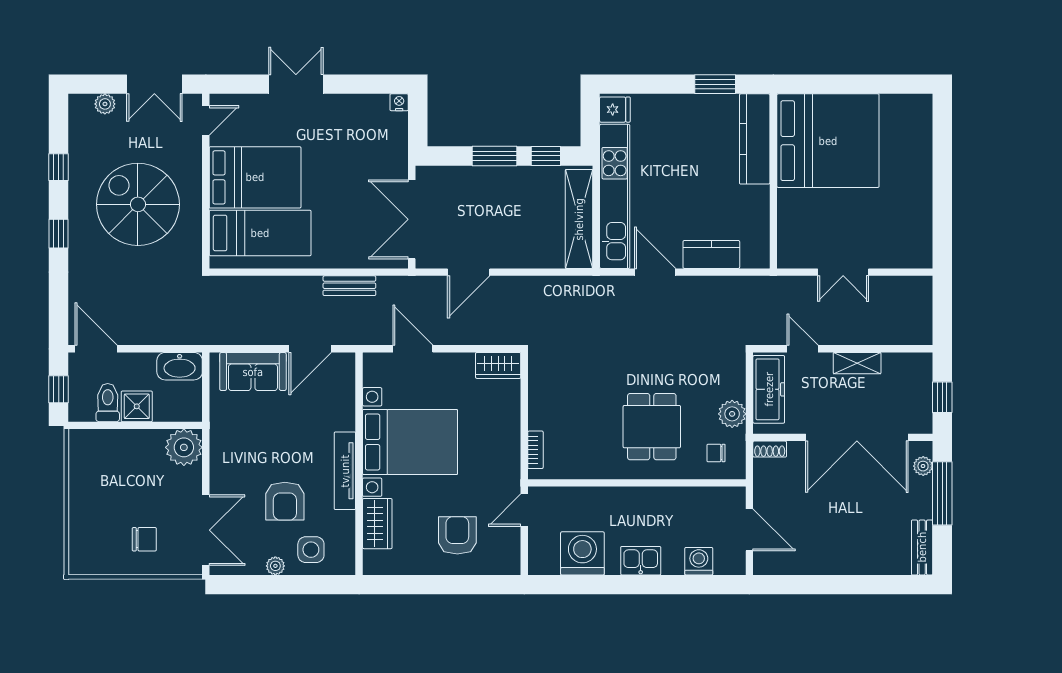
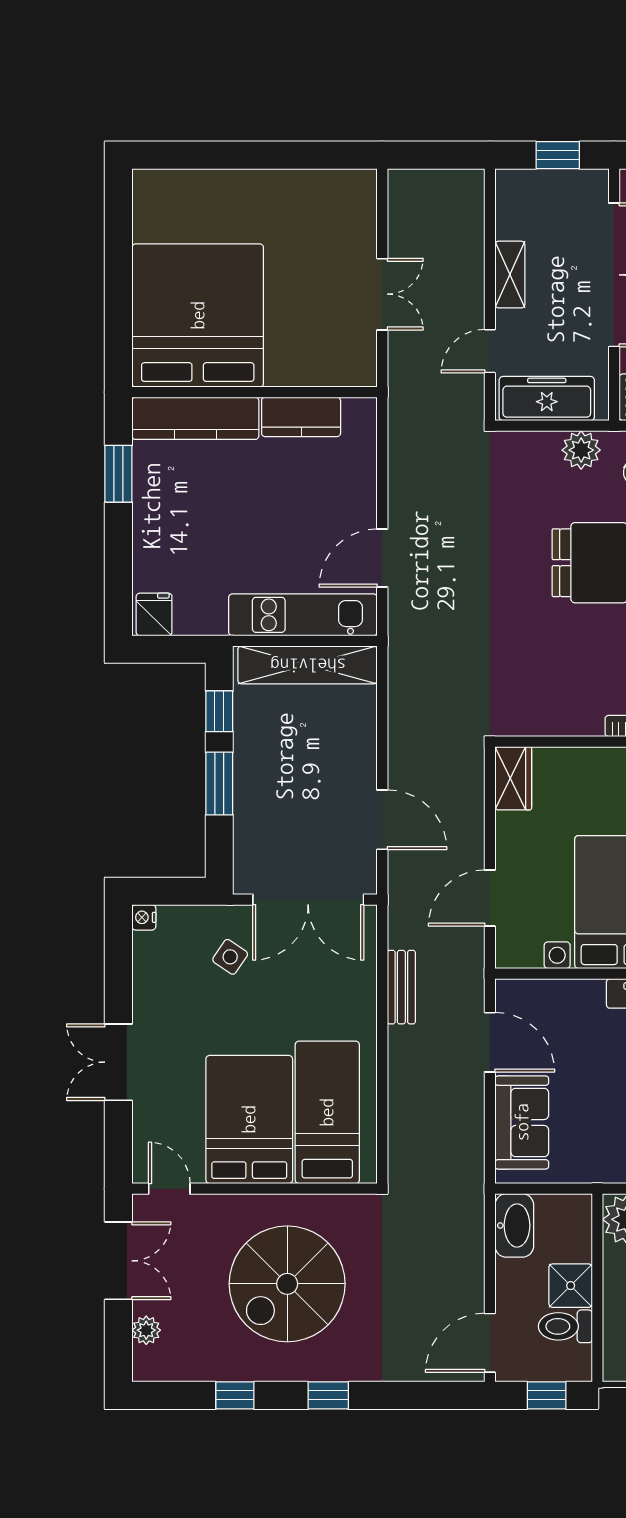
side table: (371, 164) -> (230, 957), added
kitchen unit: (615, 196) -> (303, 615), width x0.73
kitchen counter: (711, 254) -> (301, 417), moved, turned -90

